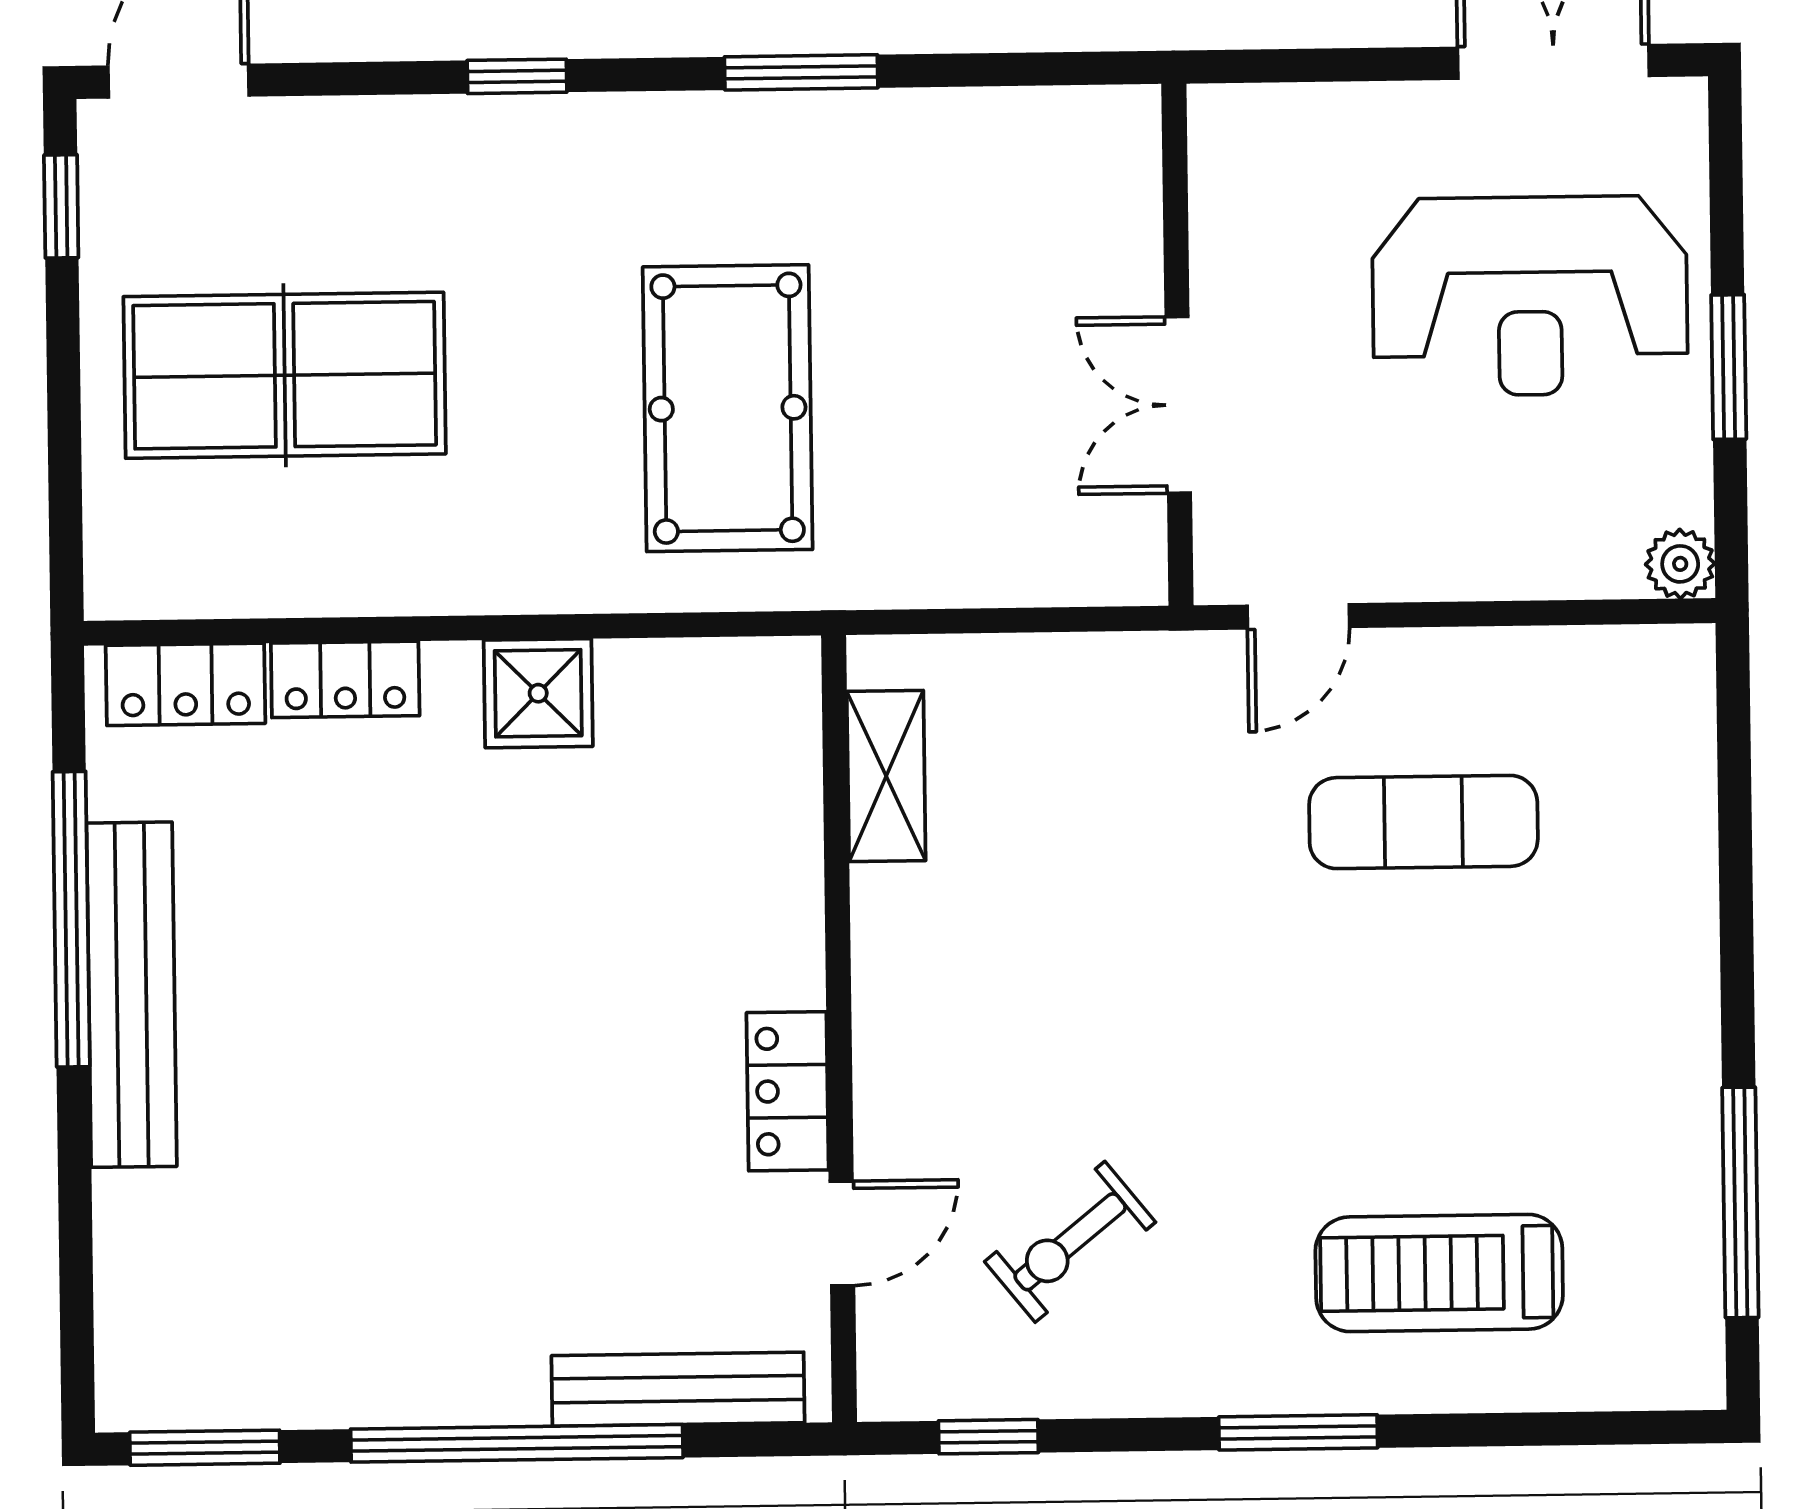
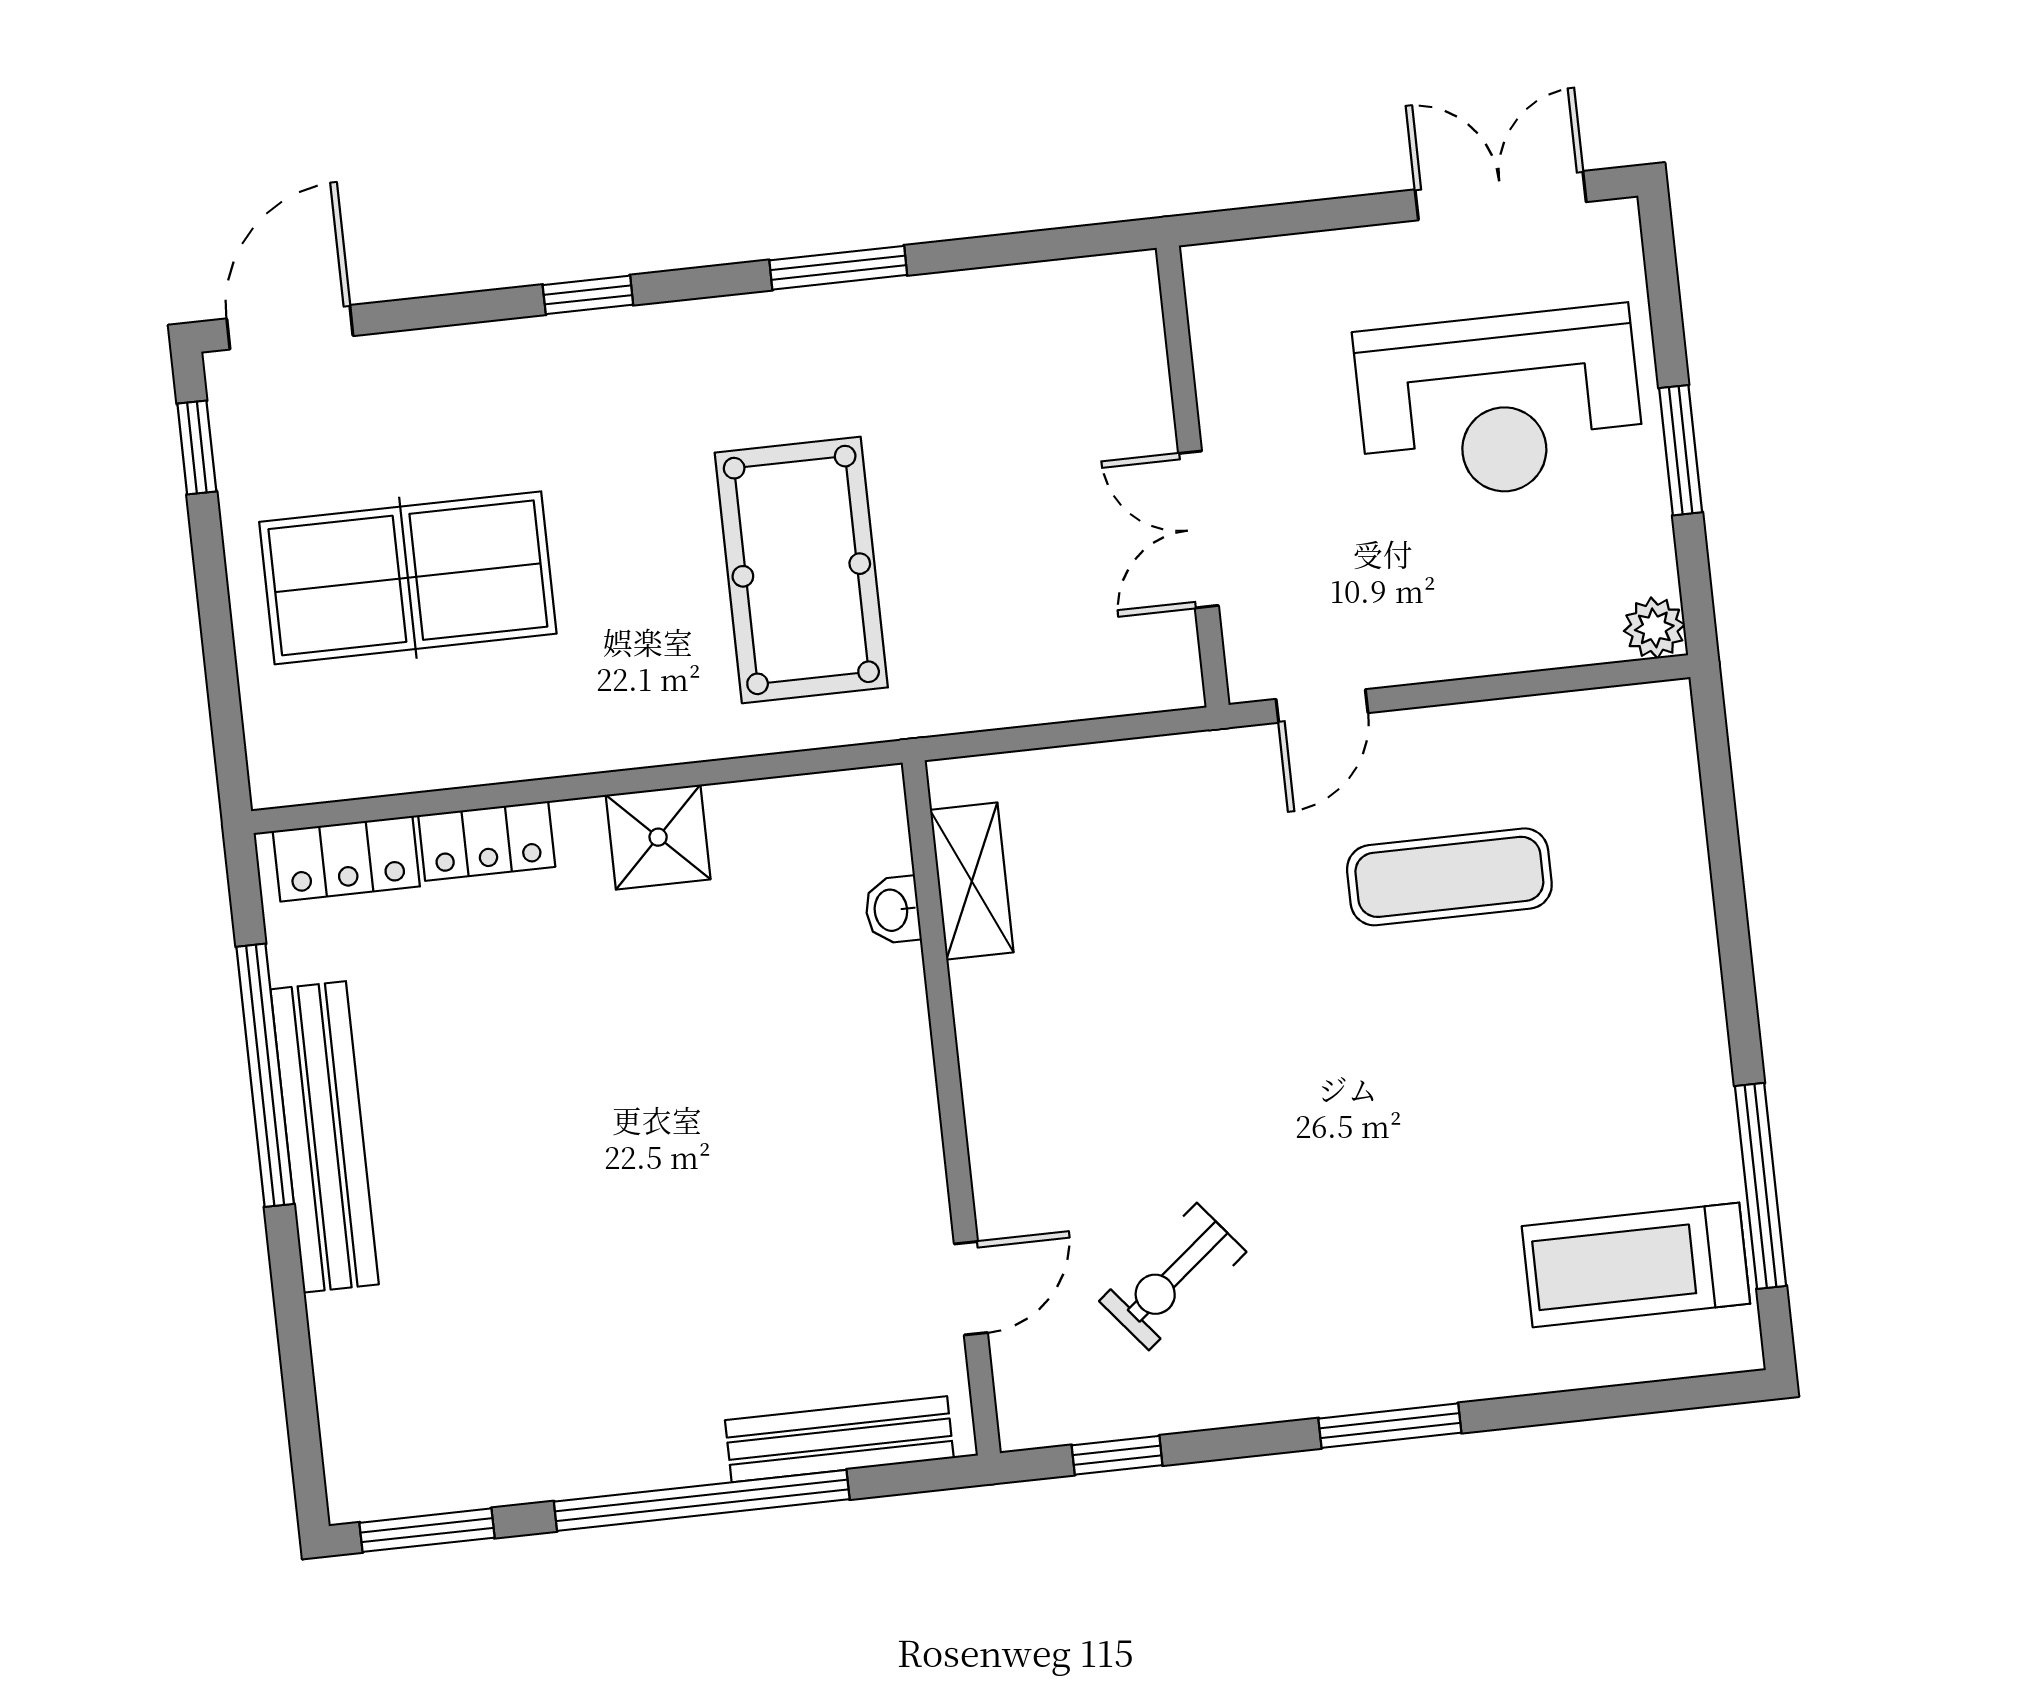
washbasin: (794, 800) -> (892, 910), added
locker: (787, 1091) -> (911, 1167), removed
treadmill: (1439, 1273) -> (1636, 1265), moved

